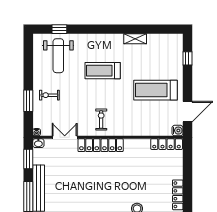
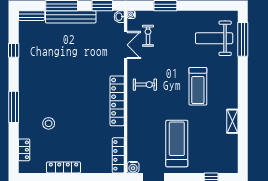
window: (59, 29) -> (243, 39), width x2.17
treadmill: (103, 71) -> (198, 86), turned 180
exercise bike: (49, 95) -> (148, 36), moved
locker: (101, 145) -> (117, 101), moved

